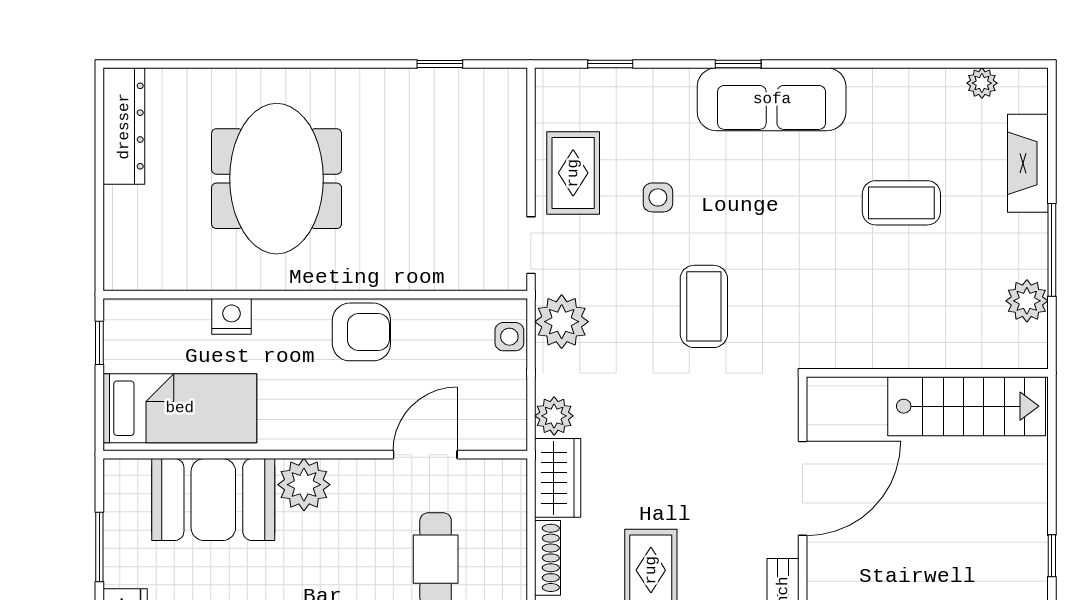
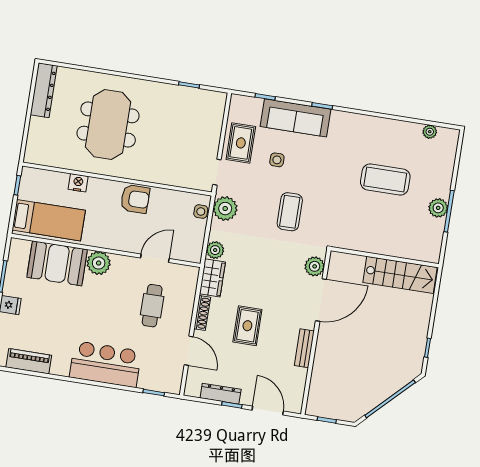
sofa: (772, 99) -> (295, 118), moved
fireplace: (1028, 163) -> (445, 171), removed
coffee table: (901, 203) -> (385, 179), width x1.36, depth x1.32
plant: (1027, 301) -> (438, 208), moved
plant: (777, 417) -> (315, 266), added

